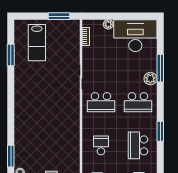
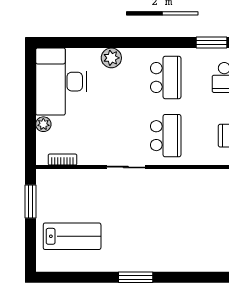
window: (11, 55) -> (136, 277), moved
window: (160, 68) -> (112, 43), removed
plant: (150, 79) -> (111, 58), moved

